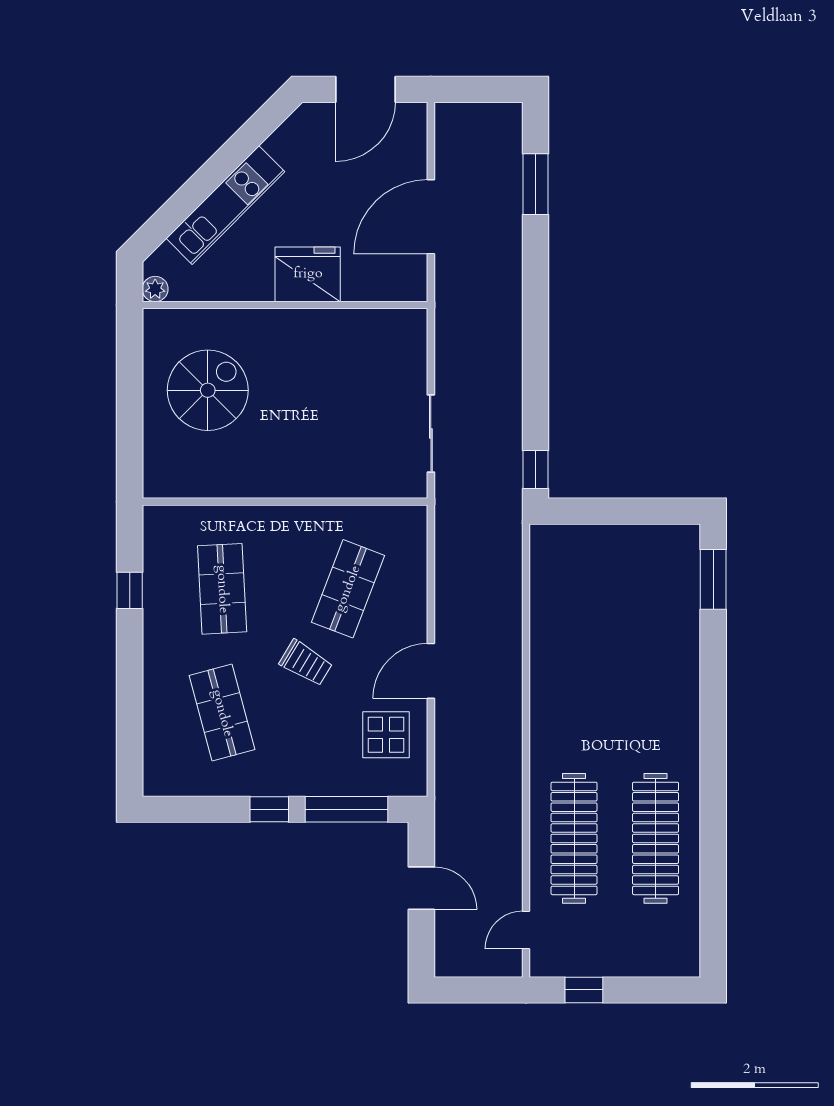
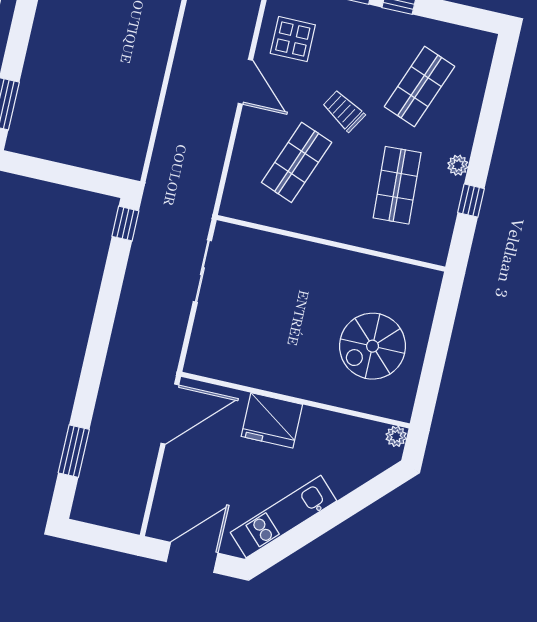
kitchen unit: (225, 205) -> (284, 517), moved
door: (431, 217) -> (170, 414), moved
plant: (155, 629) -> (458, 165), added
door: (431, 671) -> (245, 82), hinge flipped
shop shelf: (222, 713) -> (420, 86), turned 36

